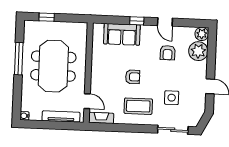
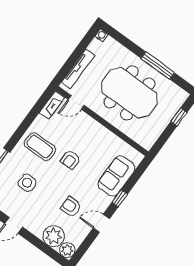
coffee table: (138, 106) -> (40, 147), turned 90

